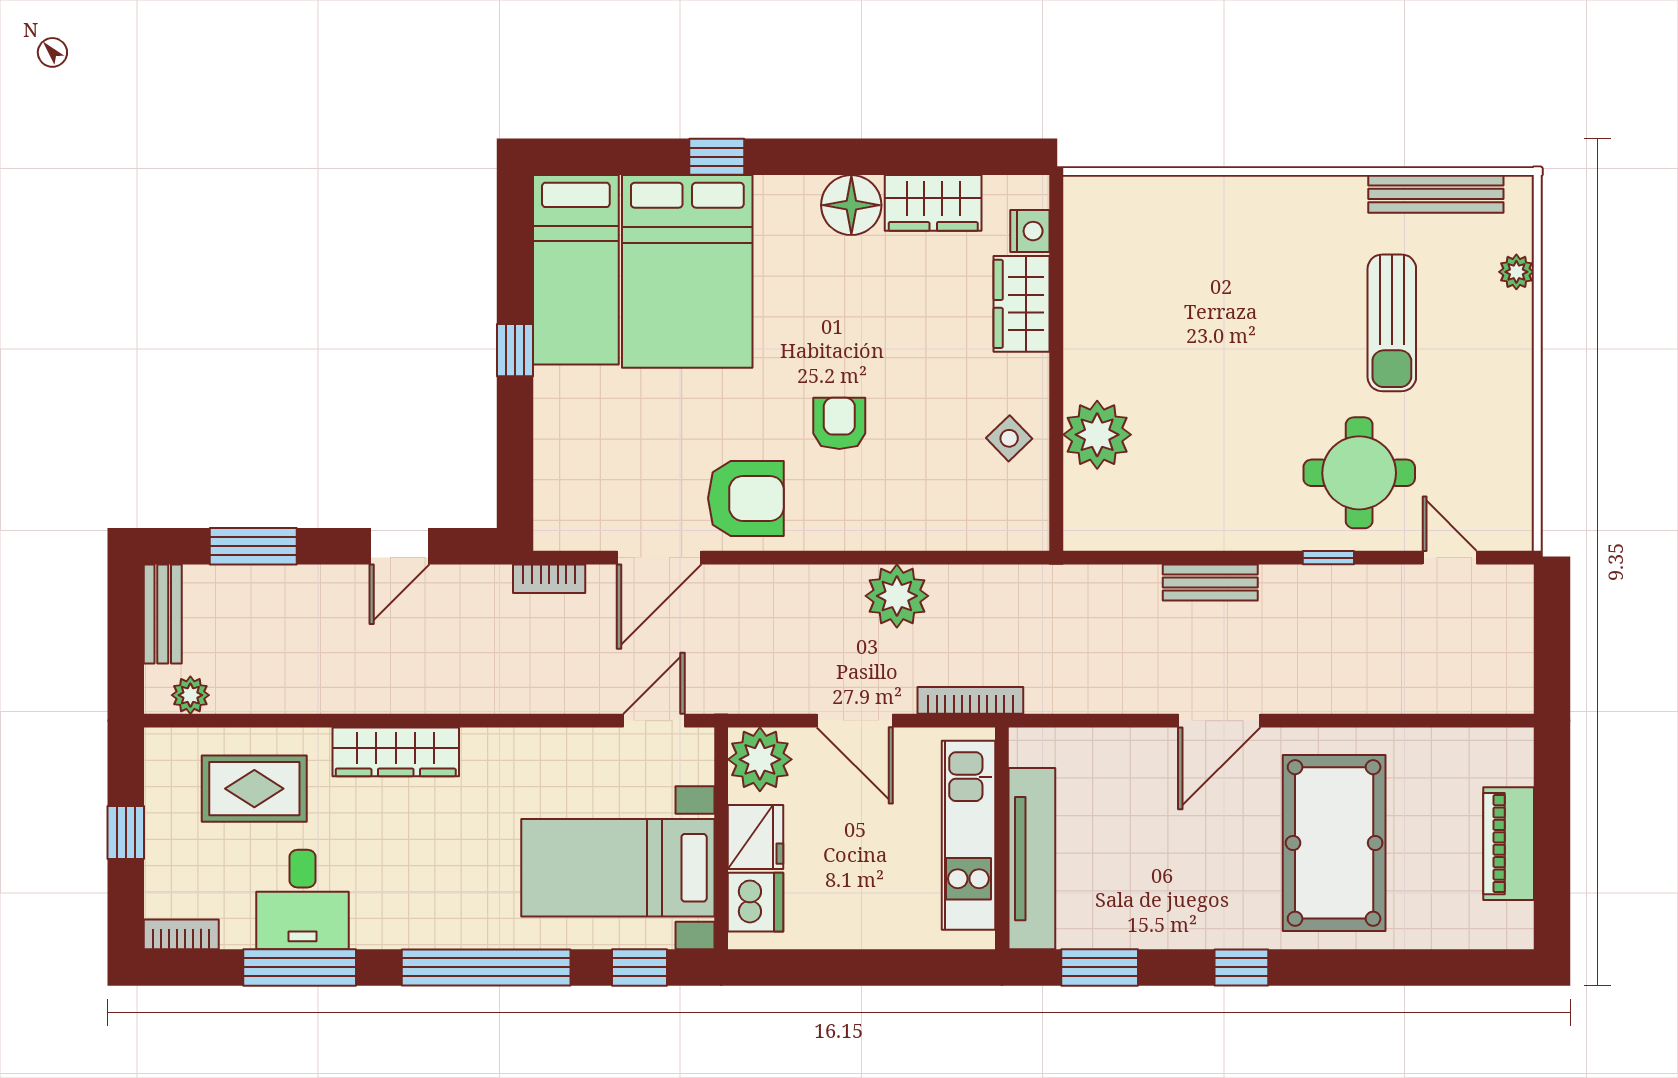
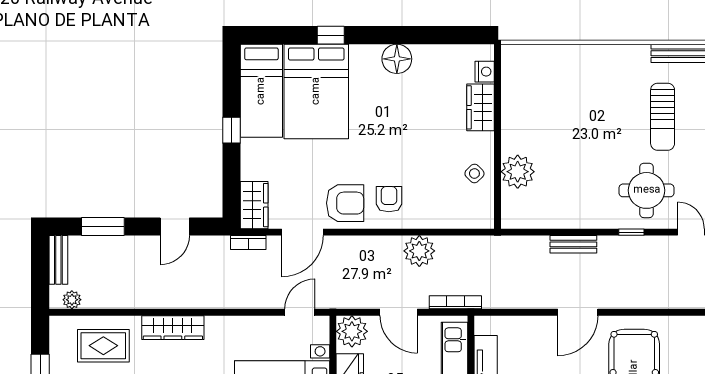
wardrobe: (933, 203) -> (254, 205), moved, turned -90
armchair: (839, 423) -> (389, 199), moved

